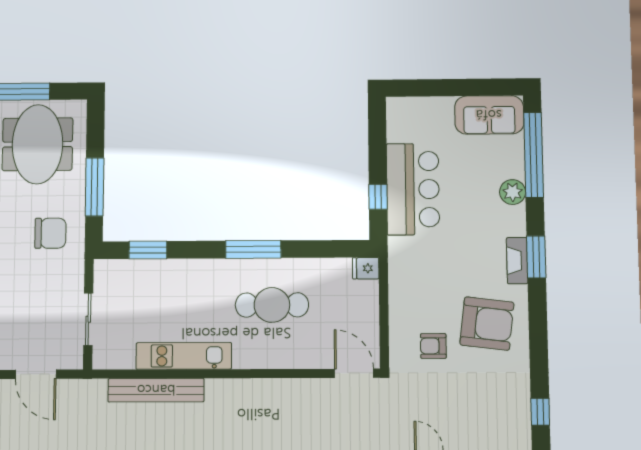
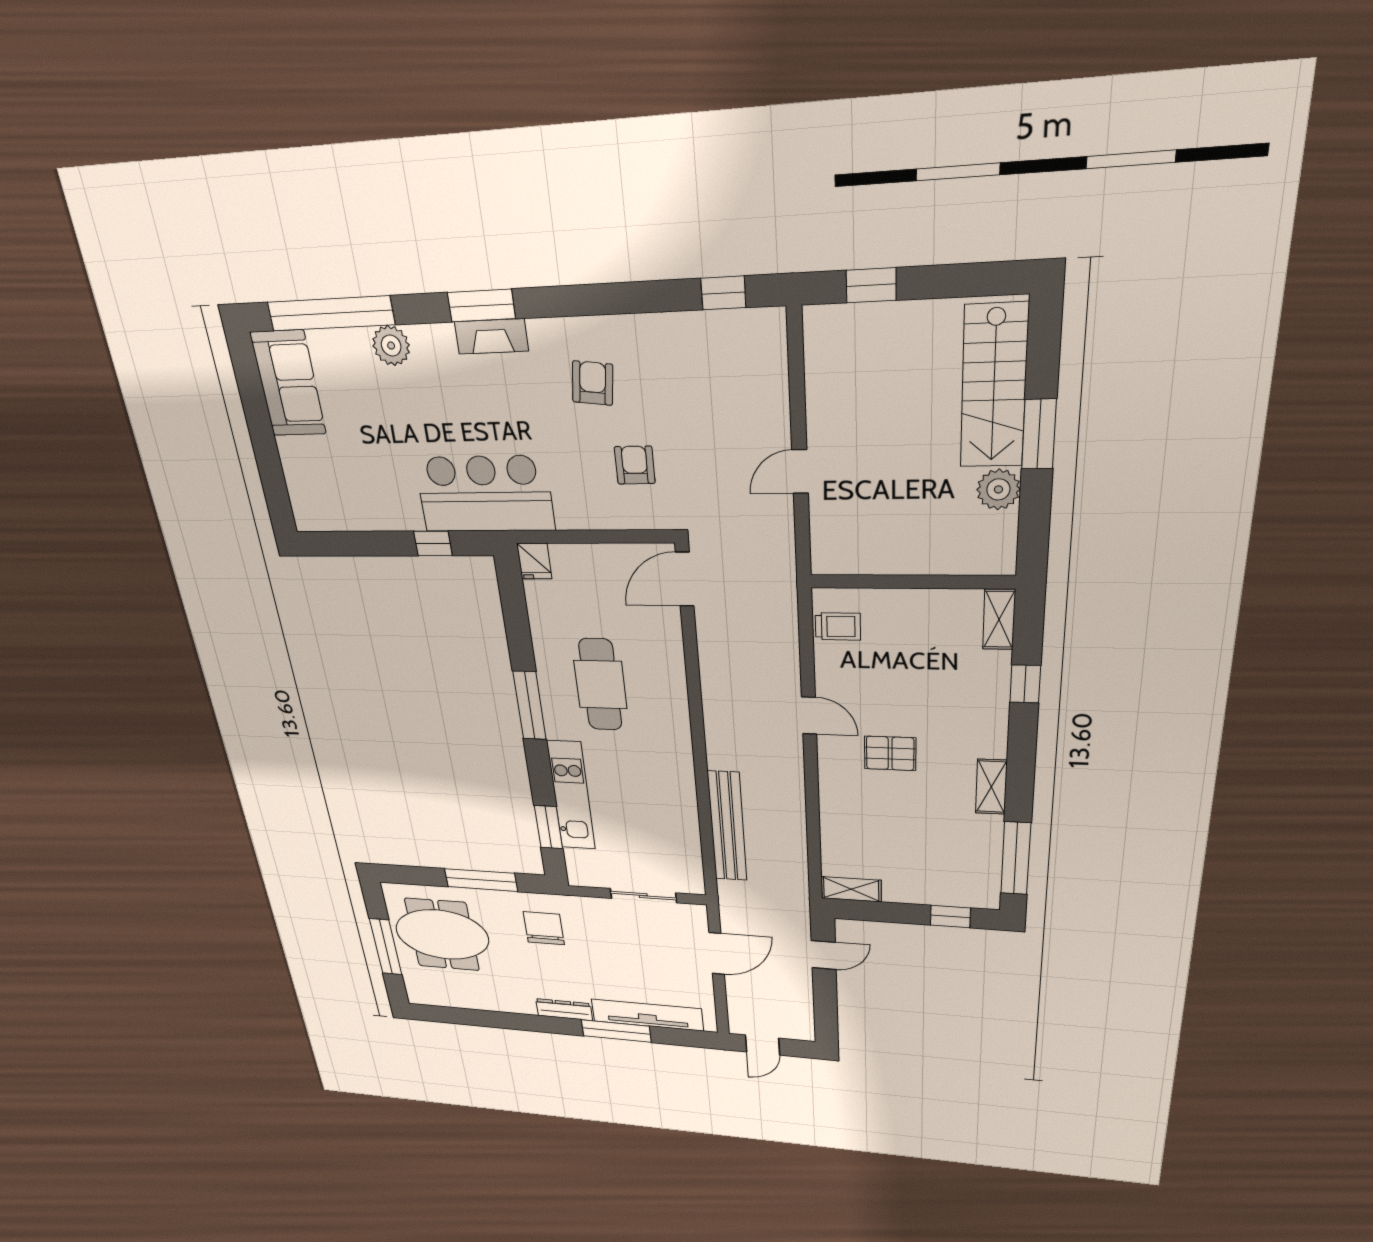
bar counter: (413, 189) -> (485, 494), moved
armchair: (487, 324) -> (593, 383), width x0.53, depth x0.53
armchair: (433, 346) -> (635, 465), turned 180
kitchen unit: (184, 356) -> (571, 796), moved, turned 180

